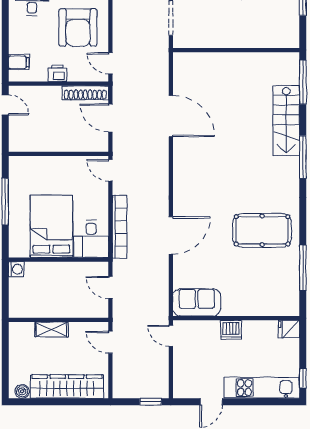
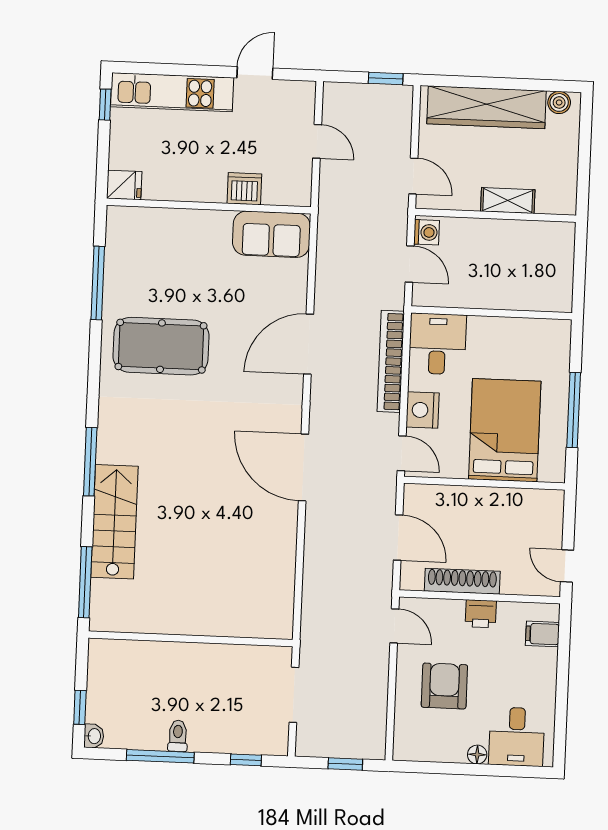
armchair: (78, 27) -> (444, 686), width x0.73, depth x0.73
shoe rack: (85, 93) -> (462, 581), moved
door: (171, 116) -> (303, 467), moved
nightstand: (99, 198) -> (423, 410), added
bed: (51, 226) -> (505, 430), moved, turned 180
washing machine: (16, 269) -> (427, 232), moved, turned 180
dishwasher: (231, 330) -> (244, 189), moved
door: (171, 336) -> (317, 141), moved
window: (151, 402) -> (386, 79), moved

